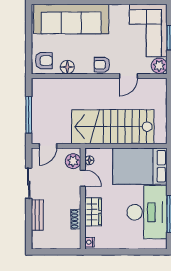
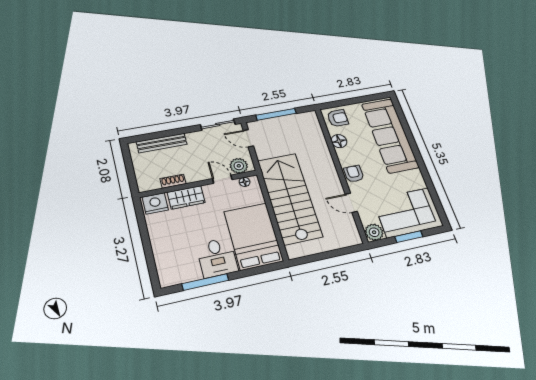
armchair: (44, 61) -> (338, 118), turned -90
door: (83, 178) -> (222, 179), swing flipped
sliding door: (29, 183) -> (218, 125), moved
desk: (147, 212) -> (217, 258), width x0.53, depth x0.77
bench: (37, 215) -> (162, 143), width x1.36
nightstand: (89, 242) -> (155, 203), width x1.89, depth x1.79

